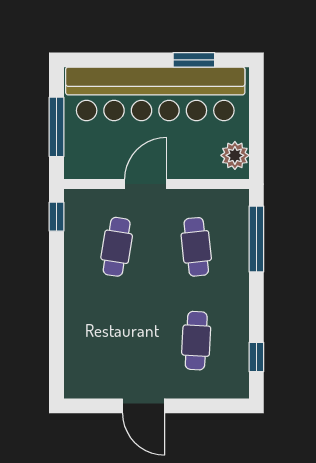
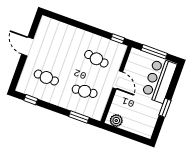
window: (194, 60) -> (165, 108), moved
bar counter: (155, 94) -> (159, 80), width x0.54
window: (256, 239) -> (79, 117), width x0.69
door: (144, 406) -> (27, 46), hinge flipped

